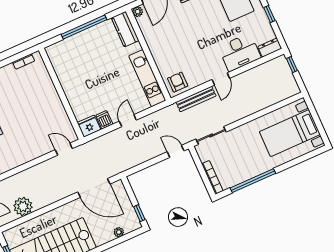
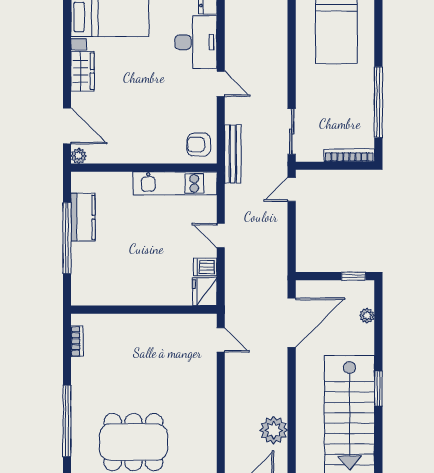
kitchen counter: (125, 29) -> (83, 217), moved, turned -90
bench: (196, 99) -> (233, 154), moved
door: (64, 149) -> (221, 340), swing flipped

